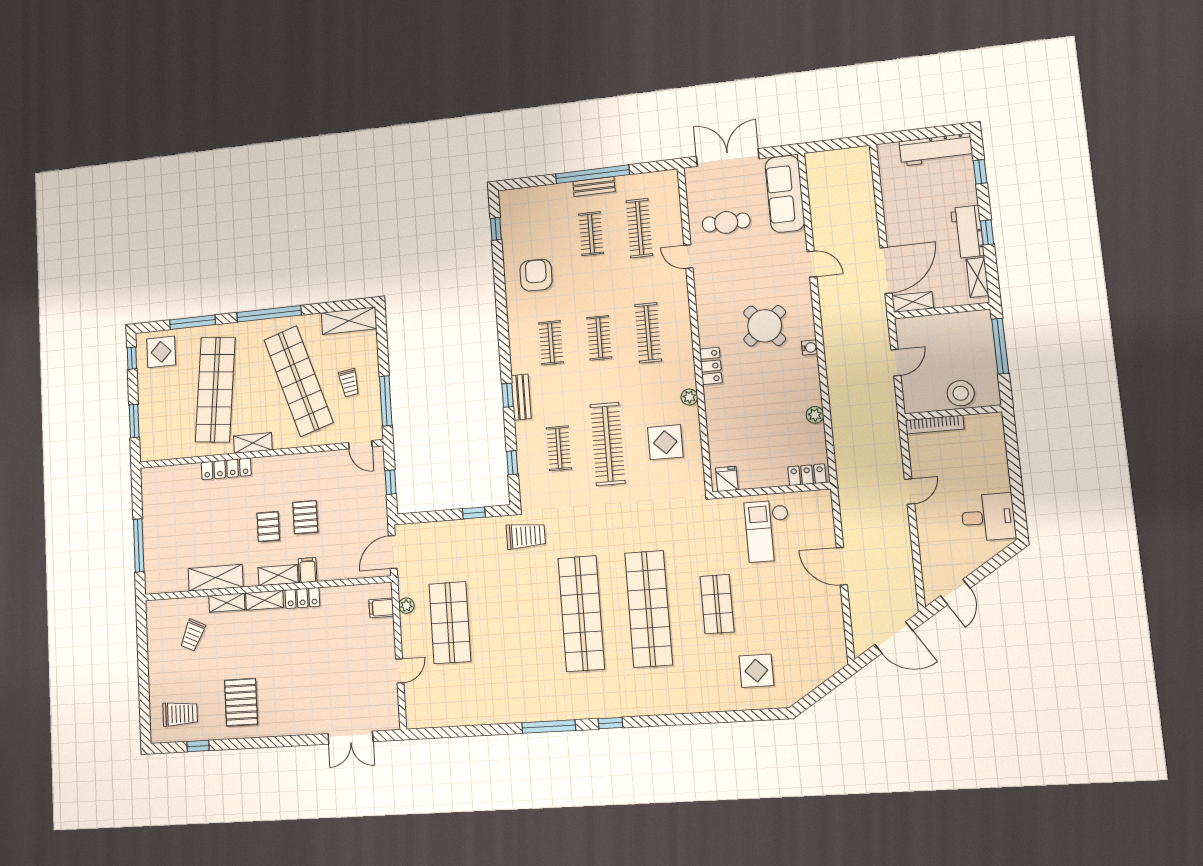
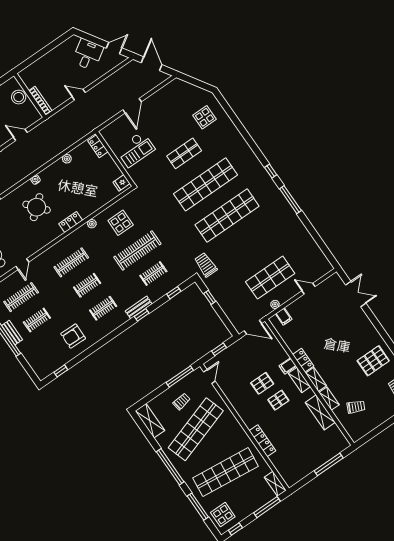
window: (134, 421) -> (267, 507), width x1.44
shelving: (253, 443) -> (275, 484), moved
desk: (988, 517) -> (88, 54), moved, turned 57

